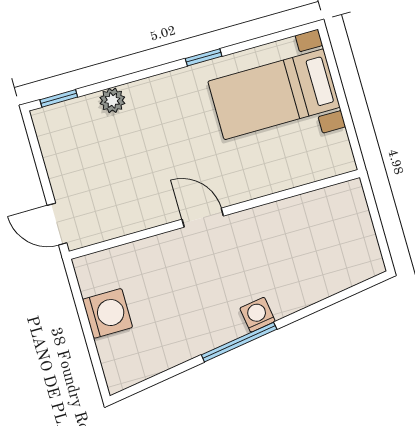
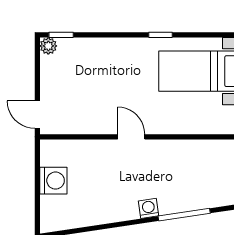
plant: (112, 100) -> (48, 46), moved
window: (239, 342) -> (184, 215), moved

